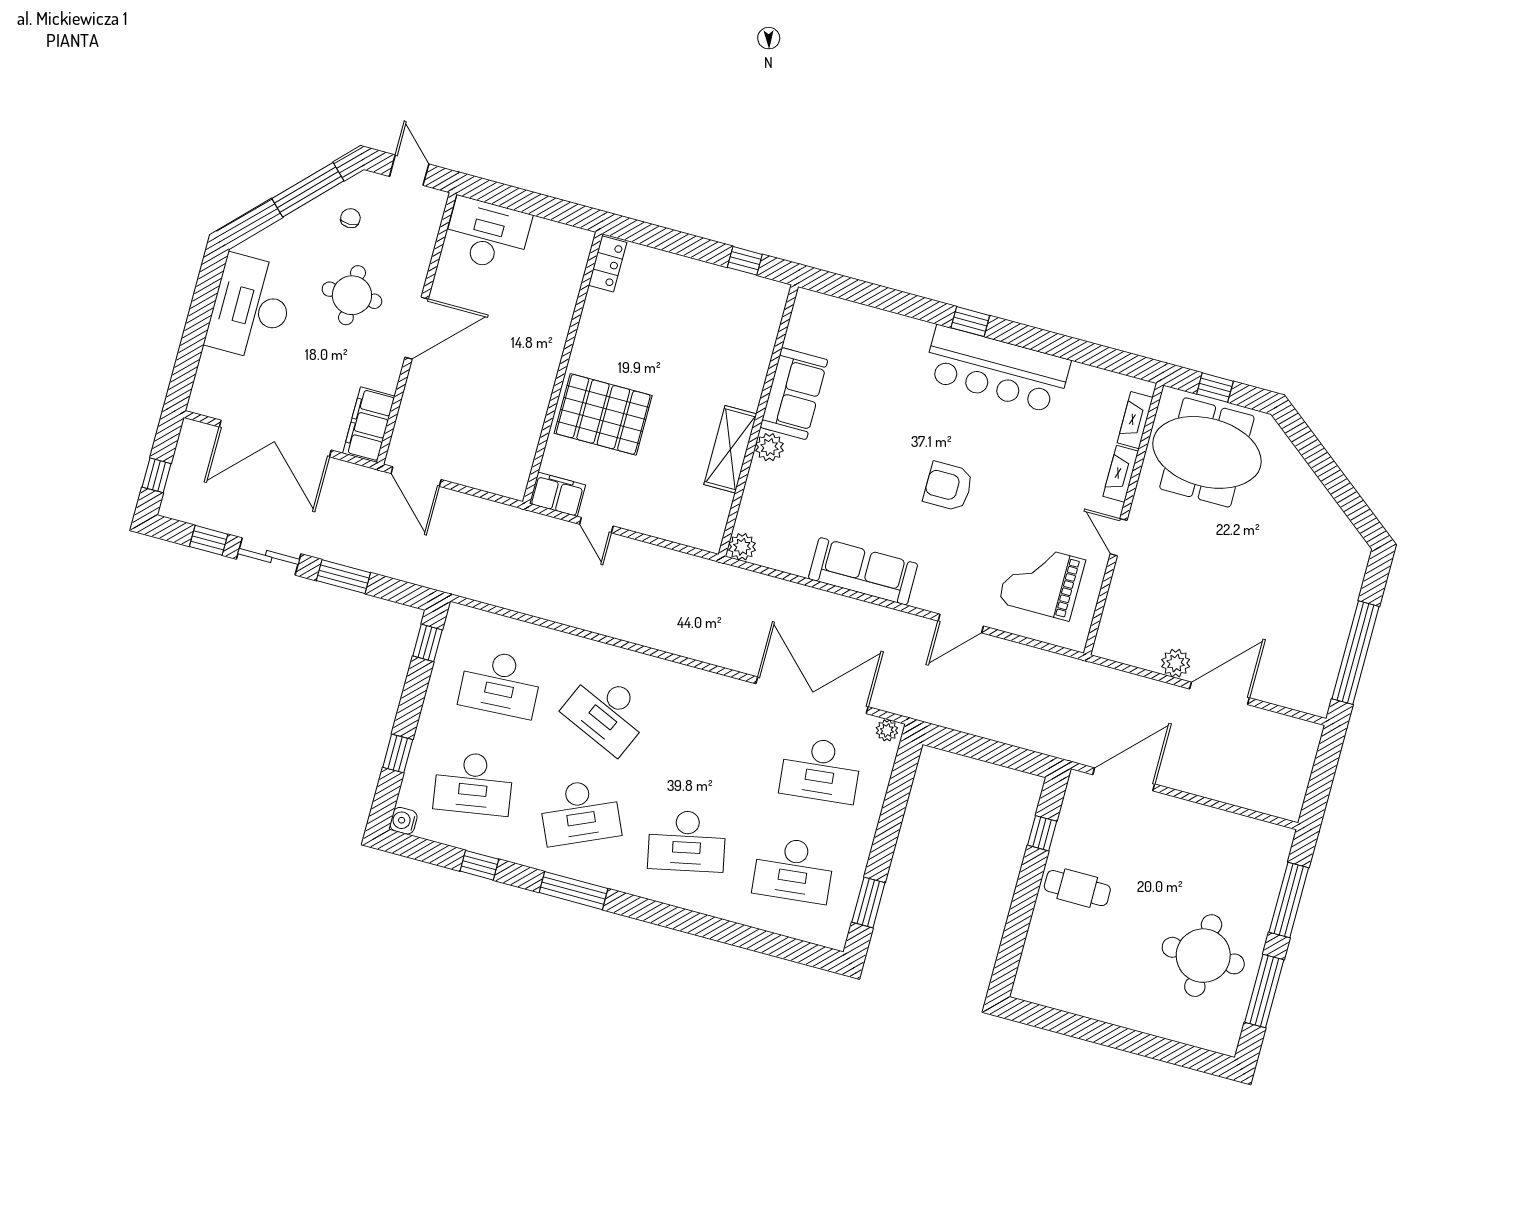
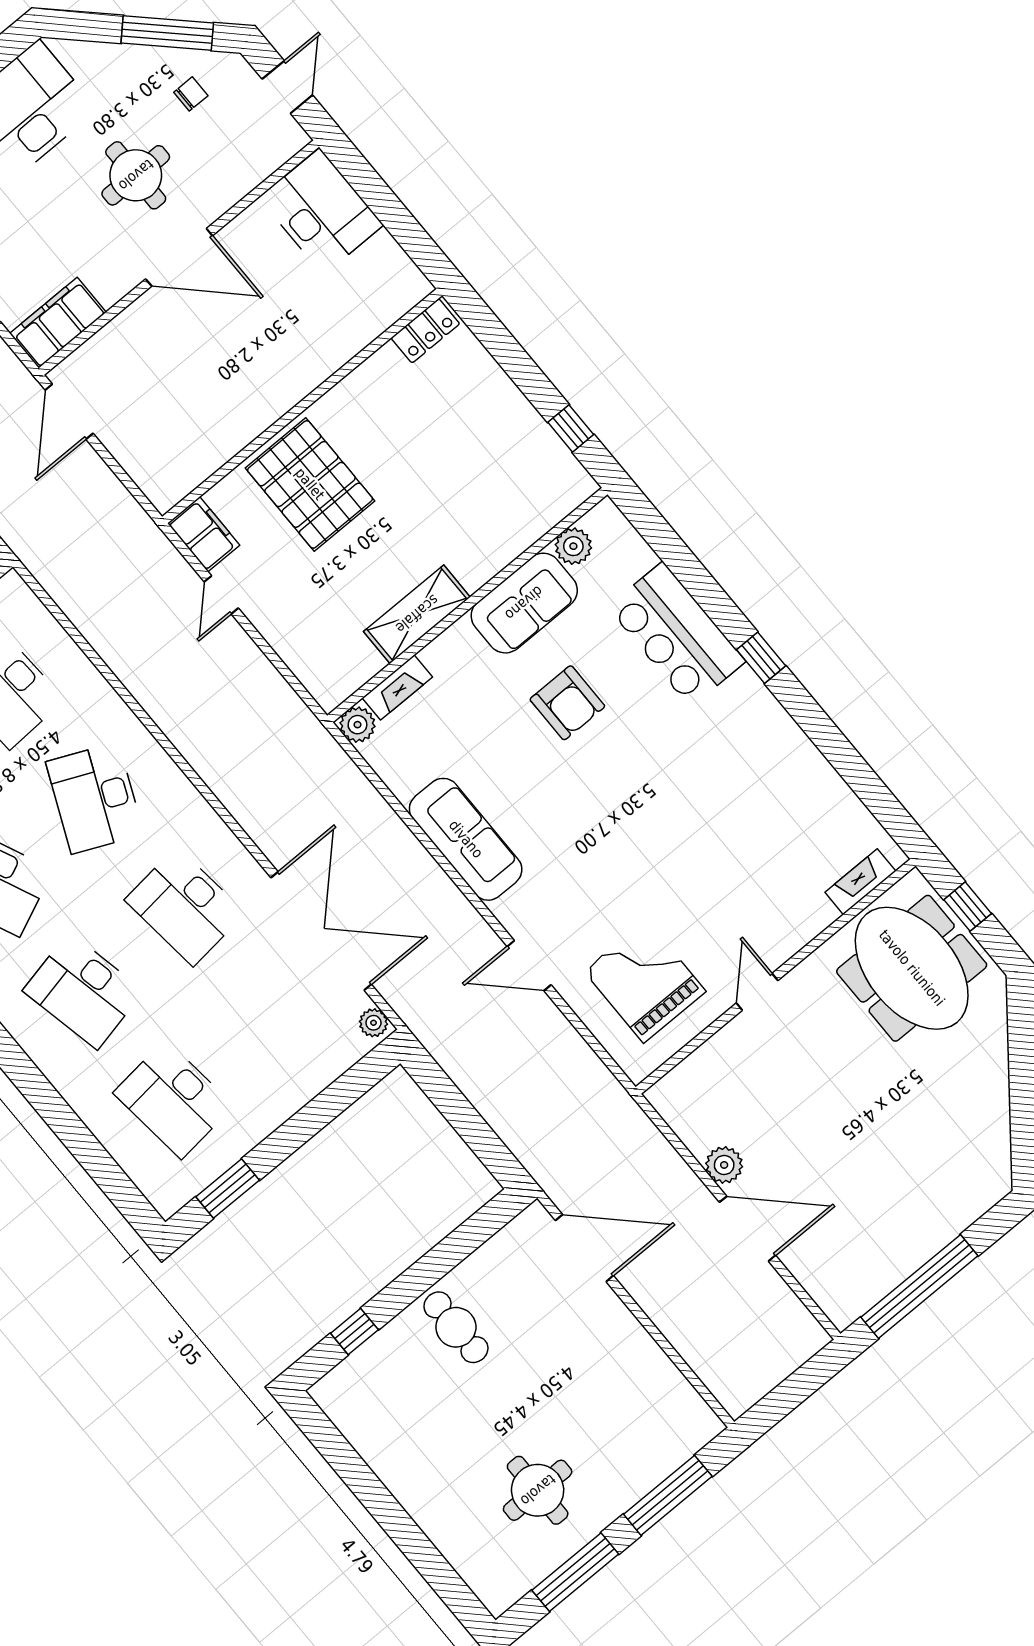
bar counter: (997, 369) -> (677, 634), moved, width x0.73
plant: (769, 447) -> (573, 546), moved
fireplace: (1121, 474) -> (397, 687), moved, turned 180
armchair: (948, 486) -> (567, 703), moved, turned 180
desk: (820, 770) -> (185, 906), moved
window: (1042, 833) -> (354, 1332), moved
round table: (1203, 956) -> (538, 1490), width x0.73, depth x0.73

